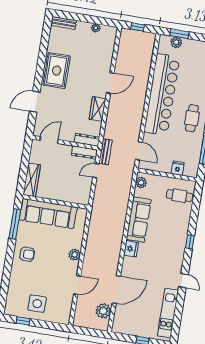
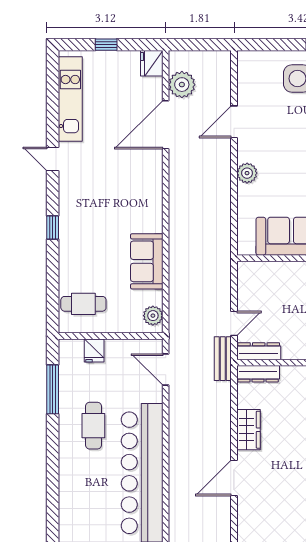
cafe table: (192, 118) -> (93, 426), moved
sofa: (139, 220) -> (147, 261), width x0.73
fridge: (131, 249) -> (152, 63), moved

